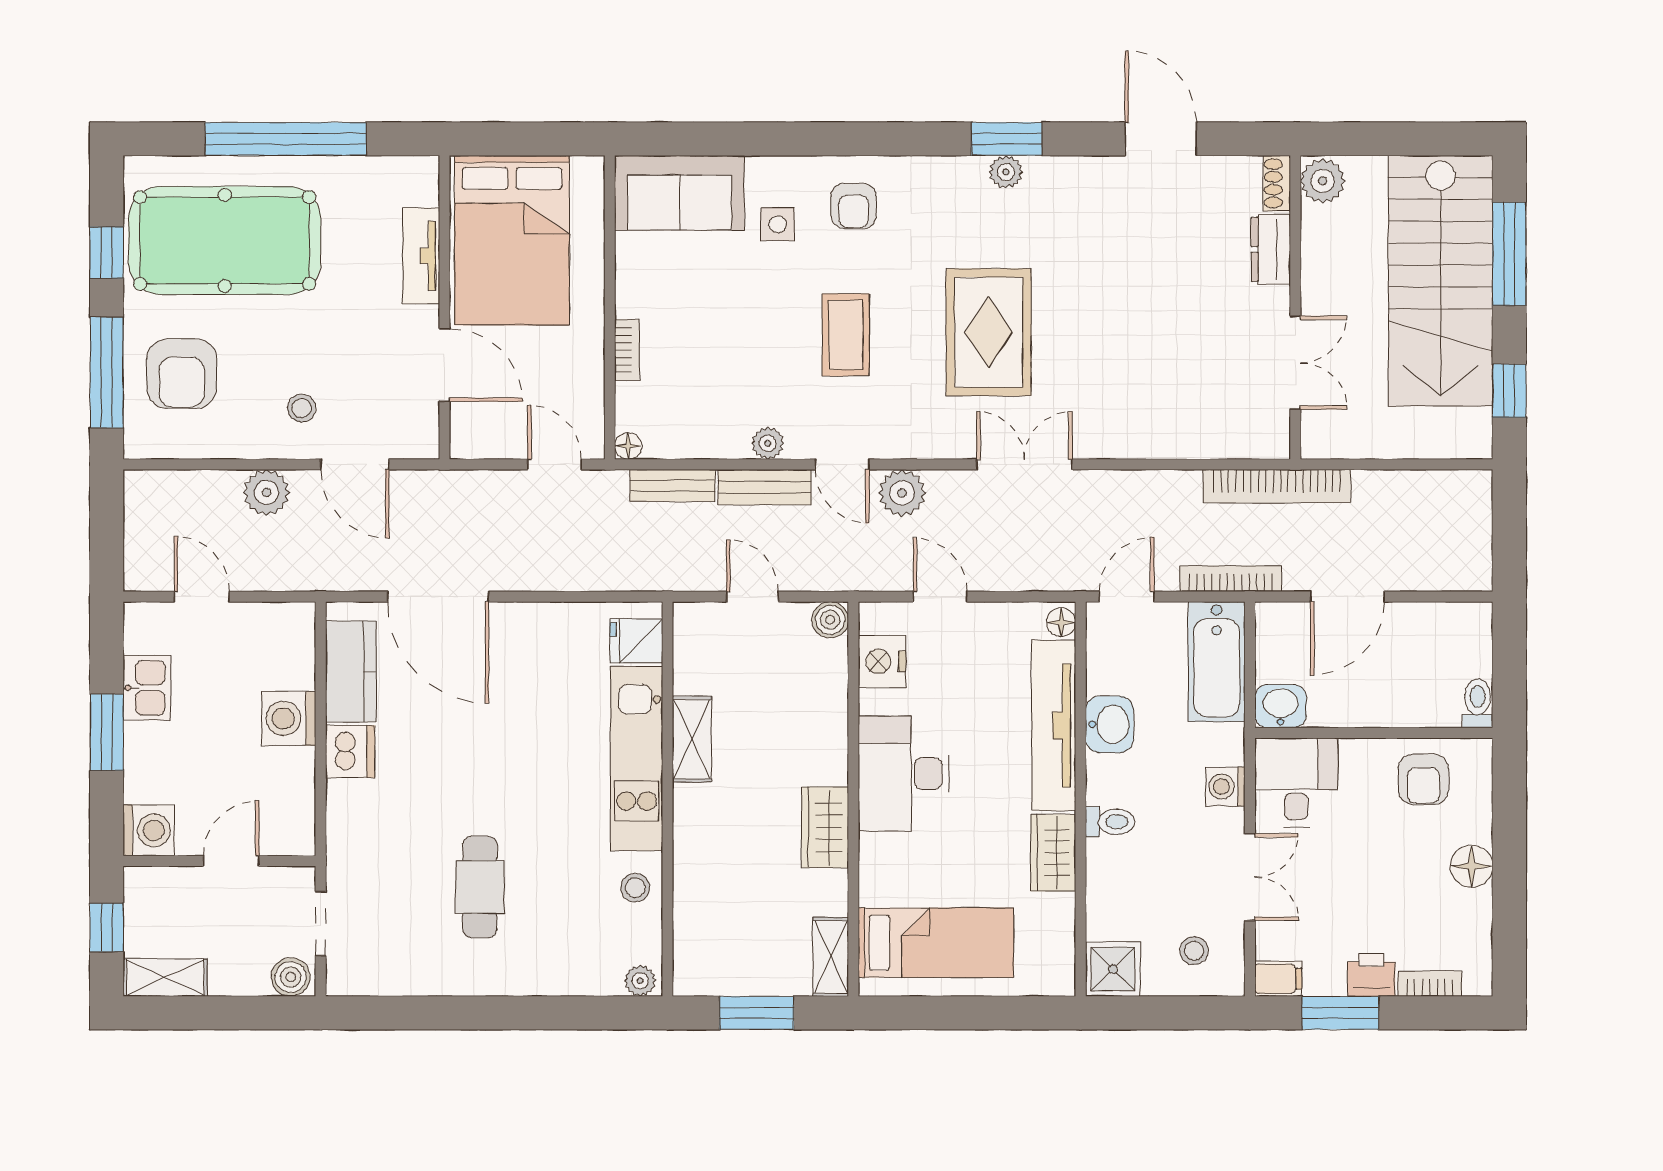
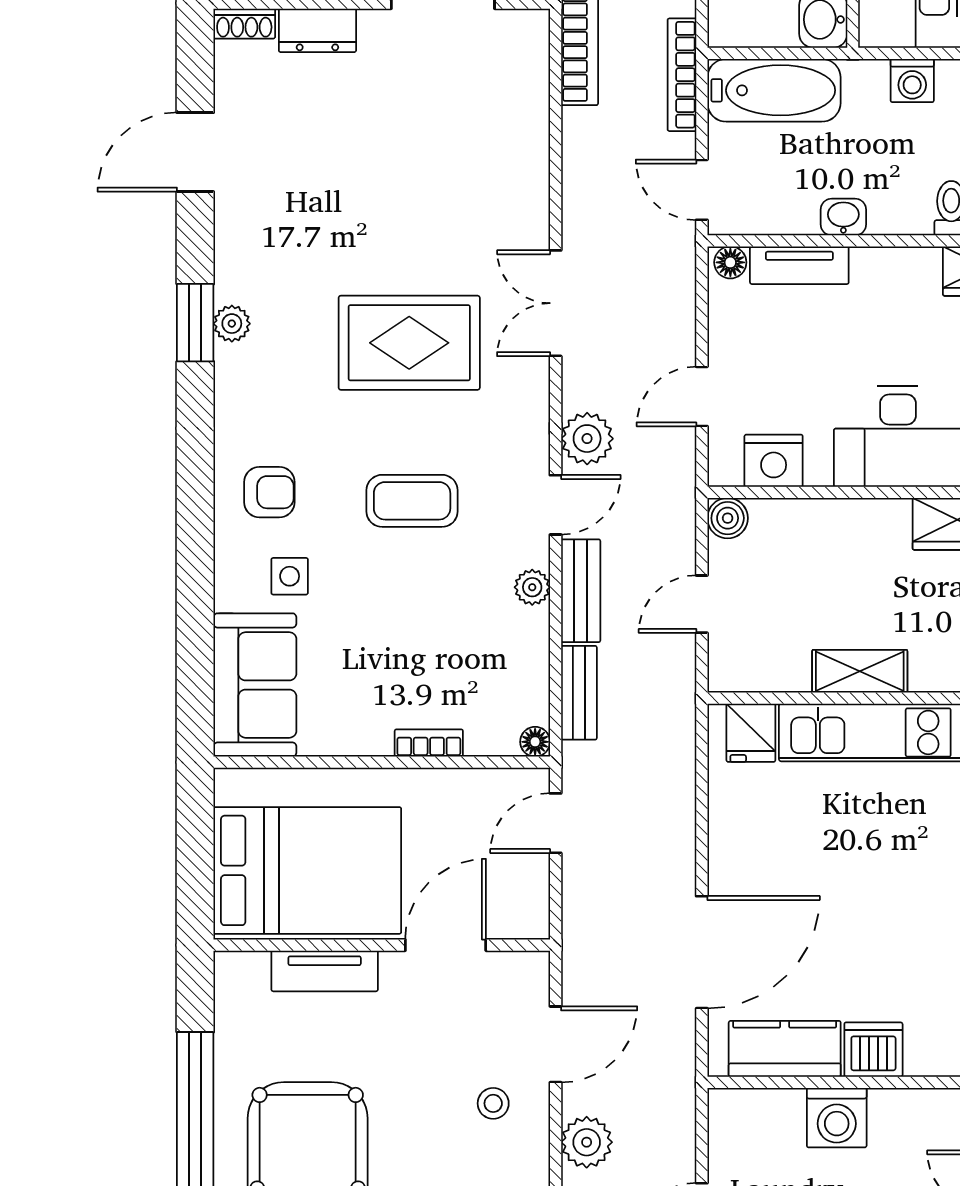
washbasin: (1110, 724) -> (843, 217), width x0.72, depth x0.69
tv unit: (1054, 726) -> (799, 265), width x0.52, depth x0.78

